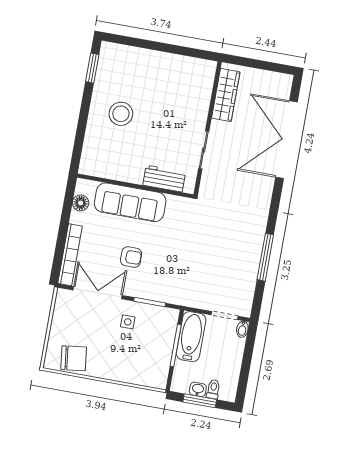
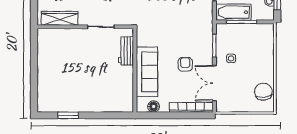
window: (92, 68) -> (68, 115), moved
stool: (121, 114) -> (86, 89), removed

